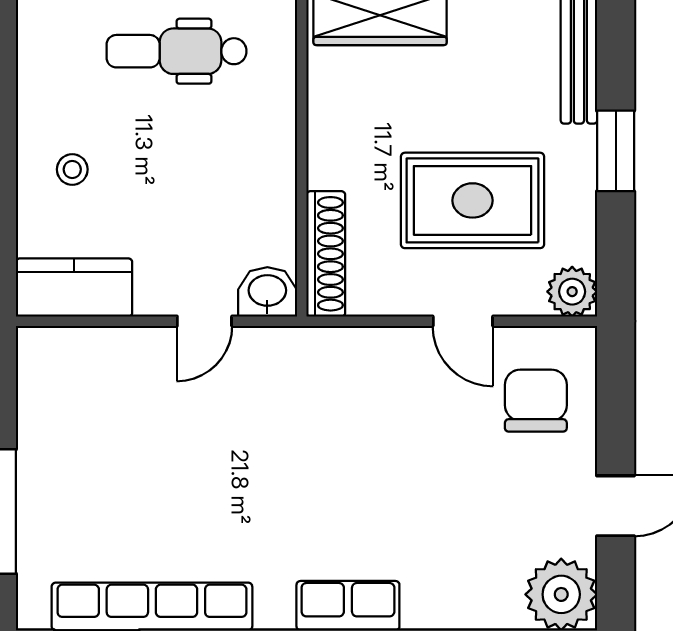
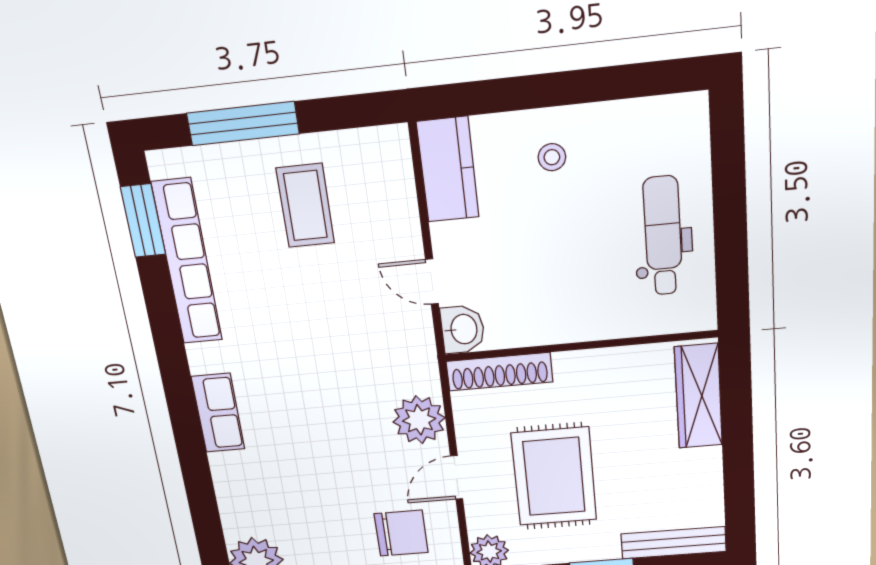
plant: (380, 358) -> (419, 420), added
coffee table: (99, 456) -> (305, 206), added

